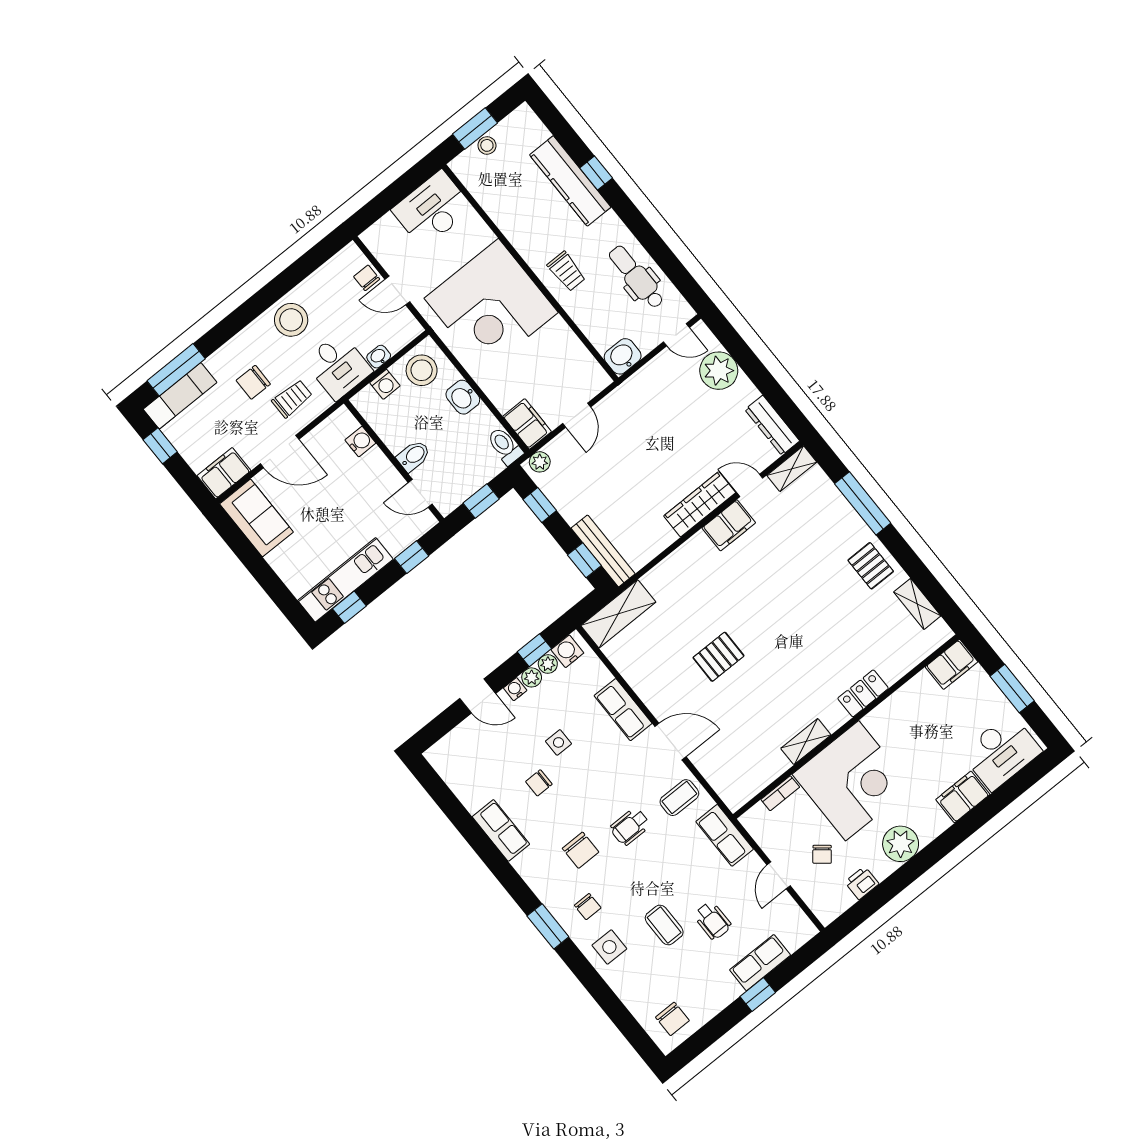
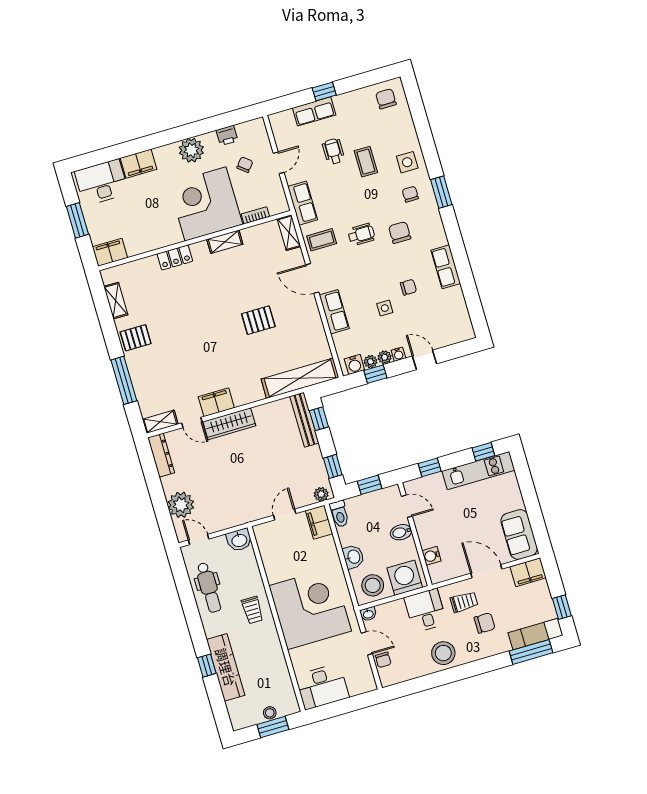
trolley: (566, 271) -> (252, 610), turned 180
washbasin: (379, 357) -> (368, 614), moved
washing machine: (385, 384) -> (405, 578), width x1.89, depth x1.89
trolley: (292, 399) -> (464, 602), turned 180
pallet: (871, 566) -> (136, 338), turned 90
shelving: (618, 614) -> (300, 378), width x1.47
shelving: (726, 789) -> (289, 233), added

